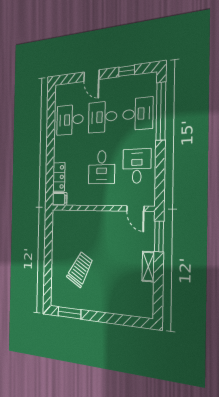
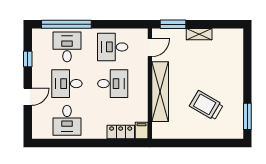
desk: (103, 117) -> (67, 84), turned 90
shelving: (93, 219) -> (160, 92), added

